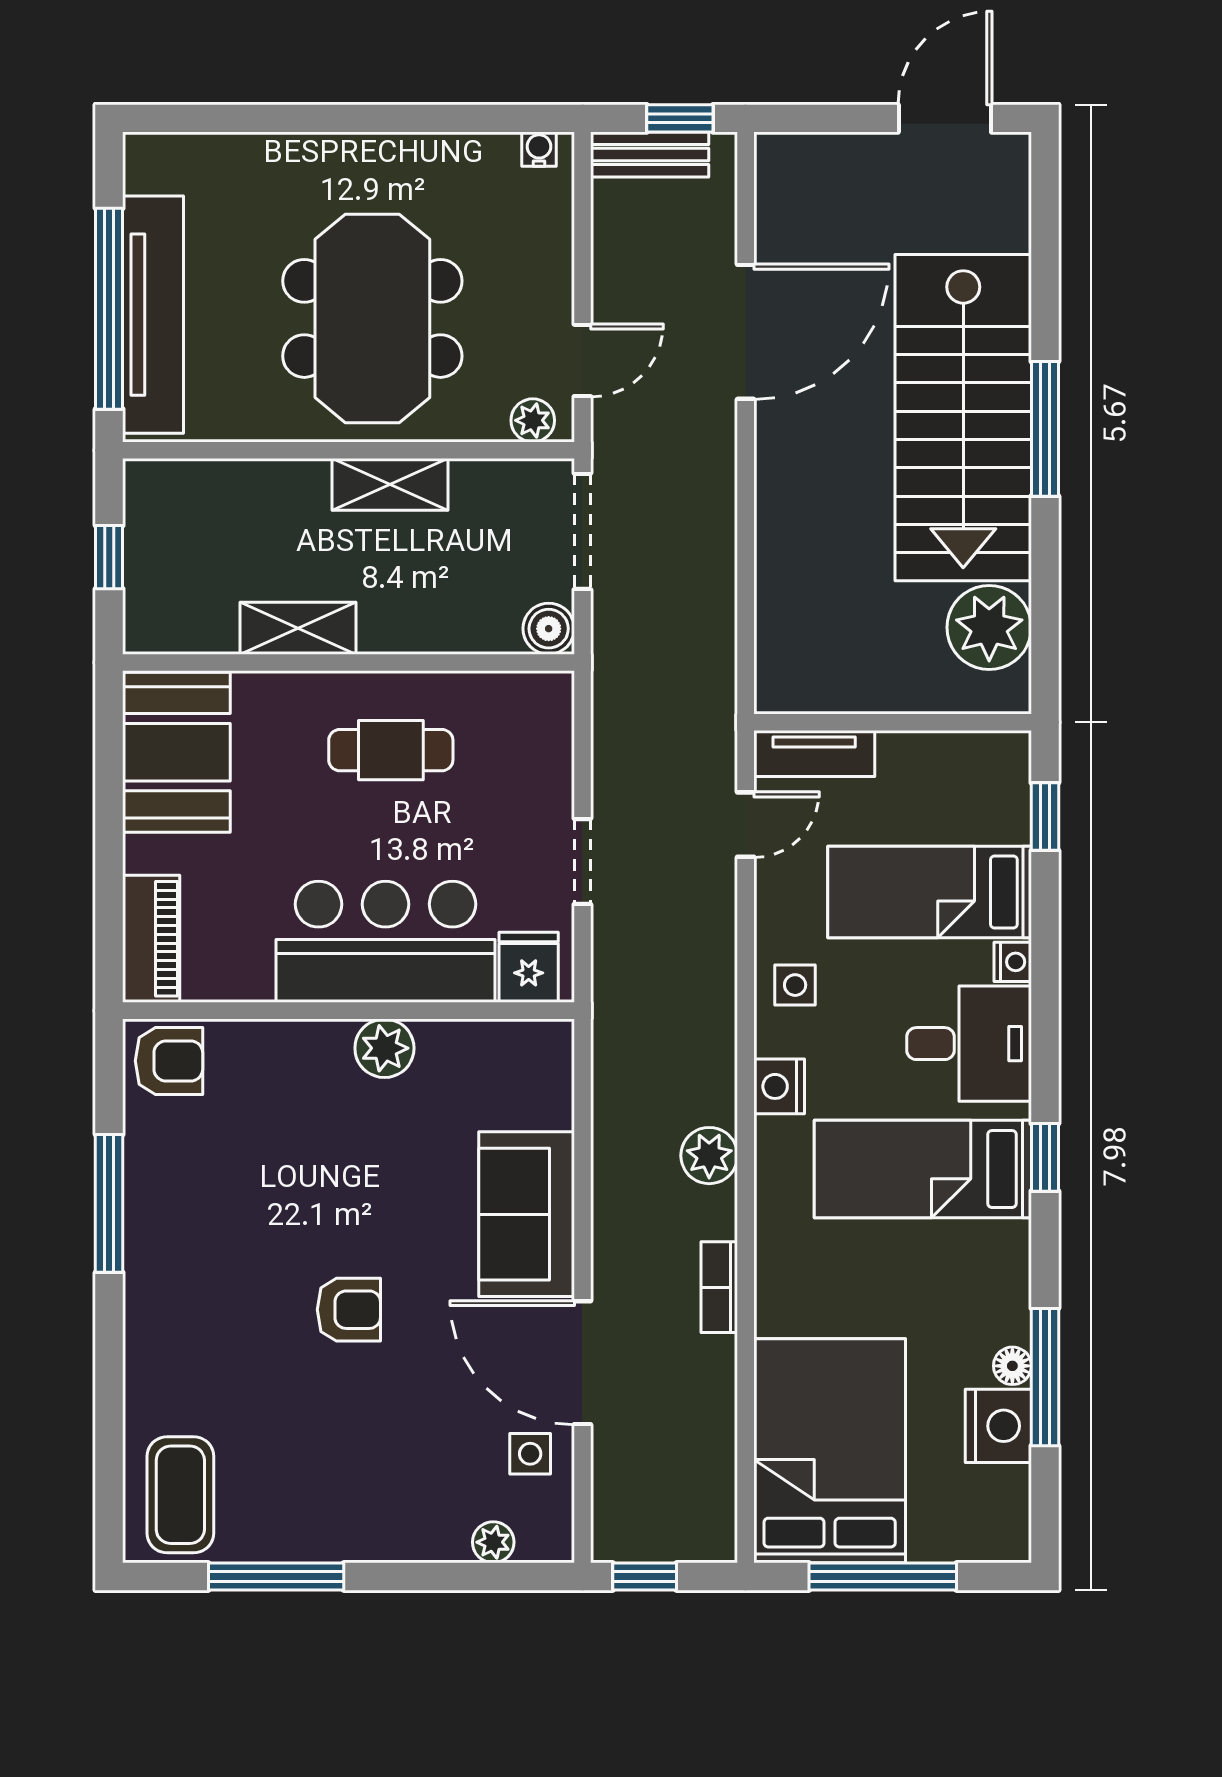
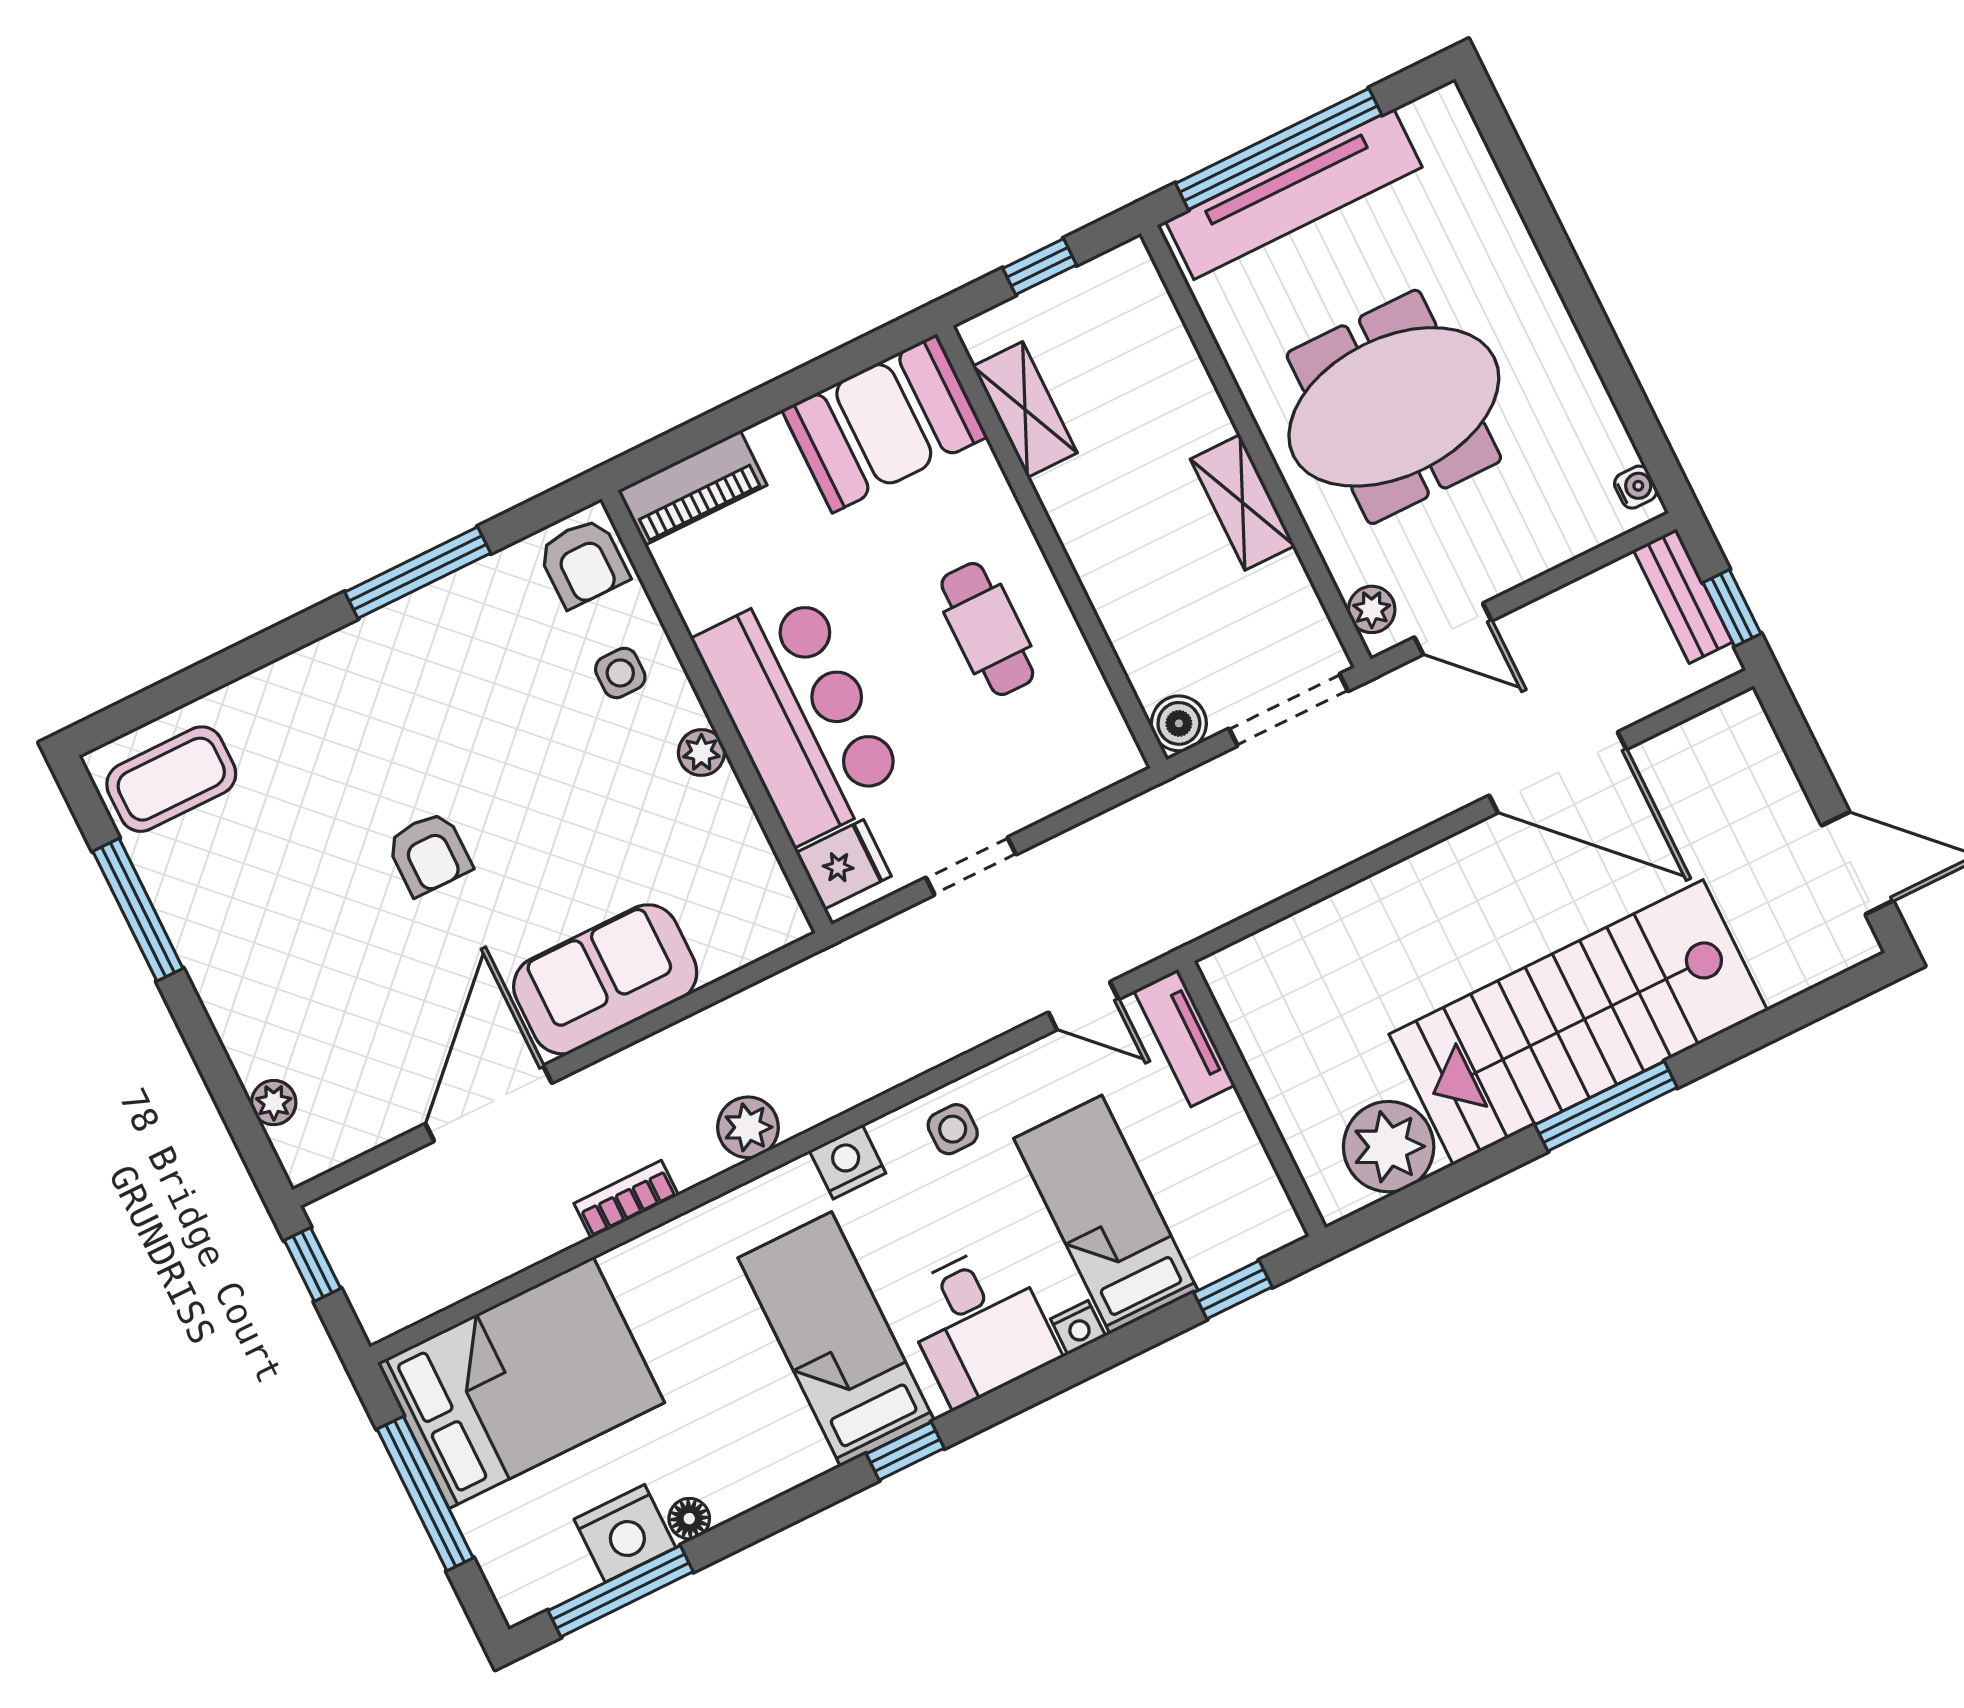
shelving: (298, 628) -> (1025, 410), moved
plant: (384, 1048) -> (701, 753), width x0.73, depth x0.73
window: (1045, 1377) -> (621, 1591), moved
side table: (530, 1454) -> (620, 673), moved

